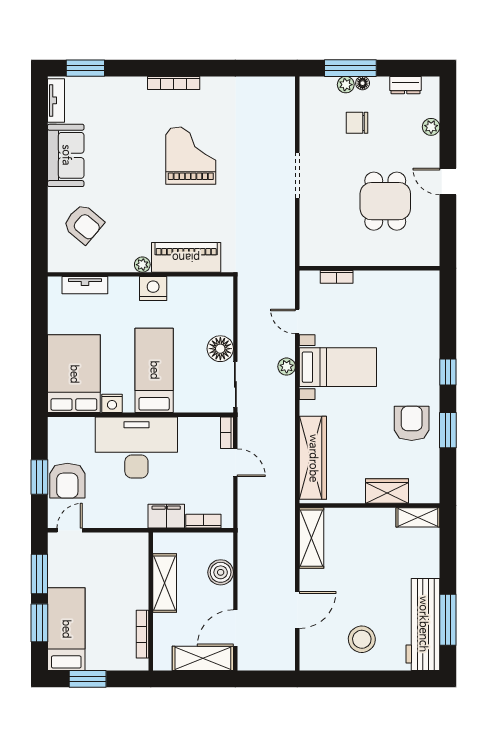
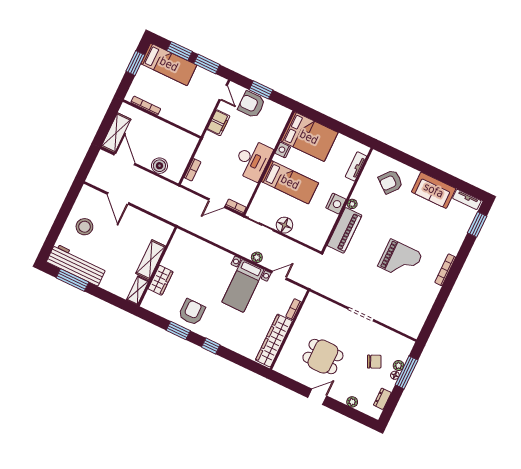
chair: (357, 123) -> (374, 362), turned 65
armchair: (412, 423) -> (192, 312), turned -90
desk: (136, 447) -> (253, 160), width x0.73, depth x0.77
wardrobe: (313, 458) -> (274, 341), moved, turned 90
filing cabinet: (166, 516) -> (218, 123), moved
shelving: (312, 538) -> (151, 260), moved, turned 90
shelving: (165, 583) -> (168, 132), removed

